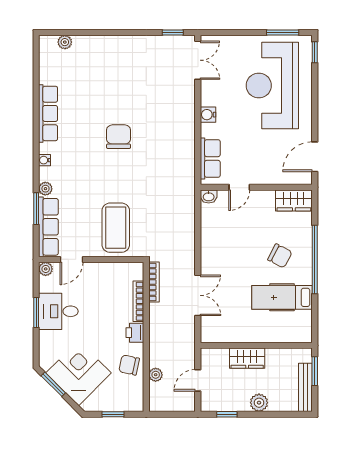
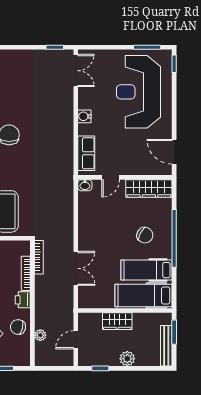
door: (315, 157) -> (174, 152), hinge flipped
wardrobe: (294, 200) -> (149, 189), width x1.50
hospital bed: (278, 328) -> (143, 295), added

